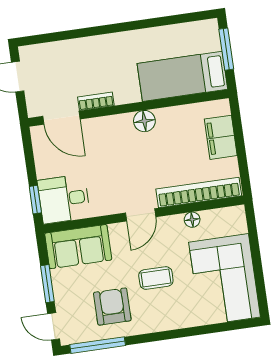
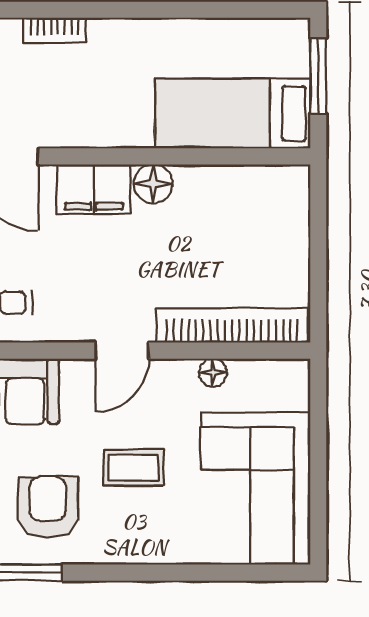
bookcase: (96, 101) -> (55, 30), moved, turned 180
filing cabinet: (221, 137) -> (94, 189), moved, turned -90

